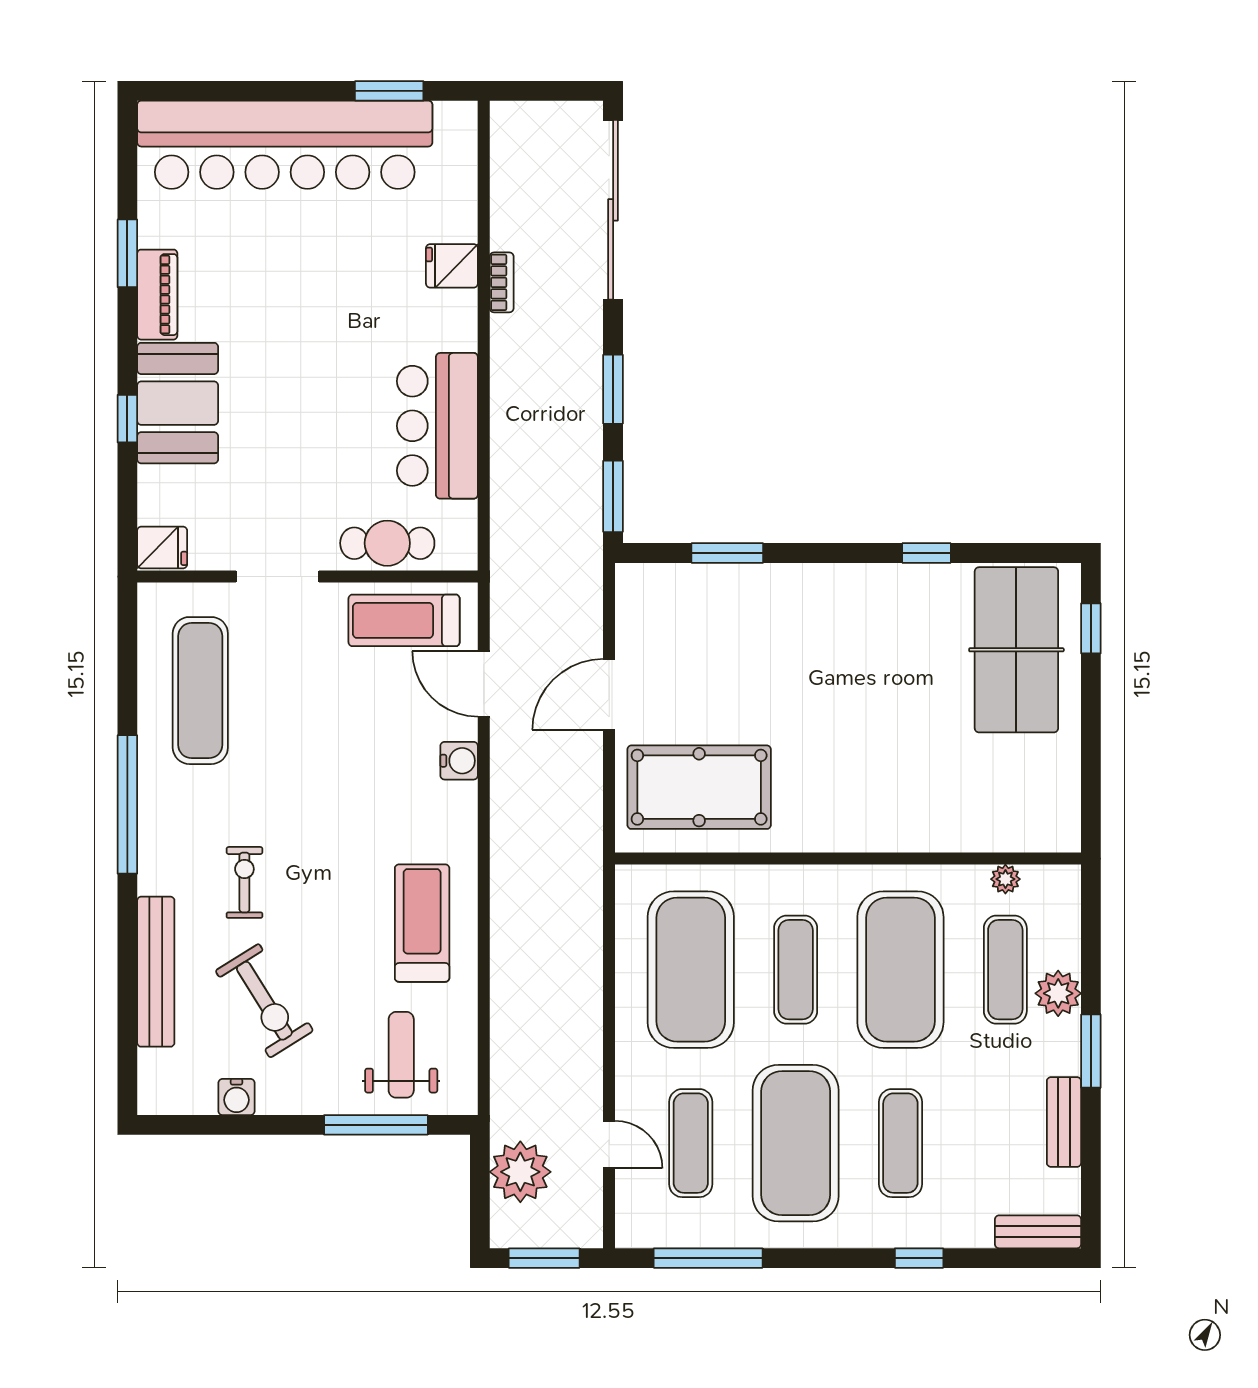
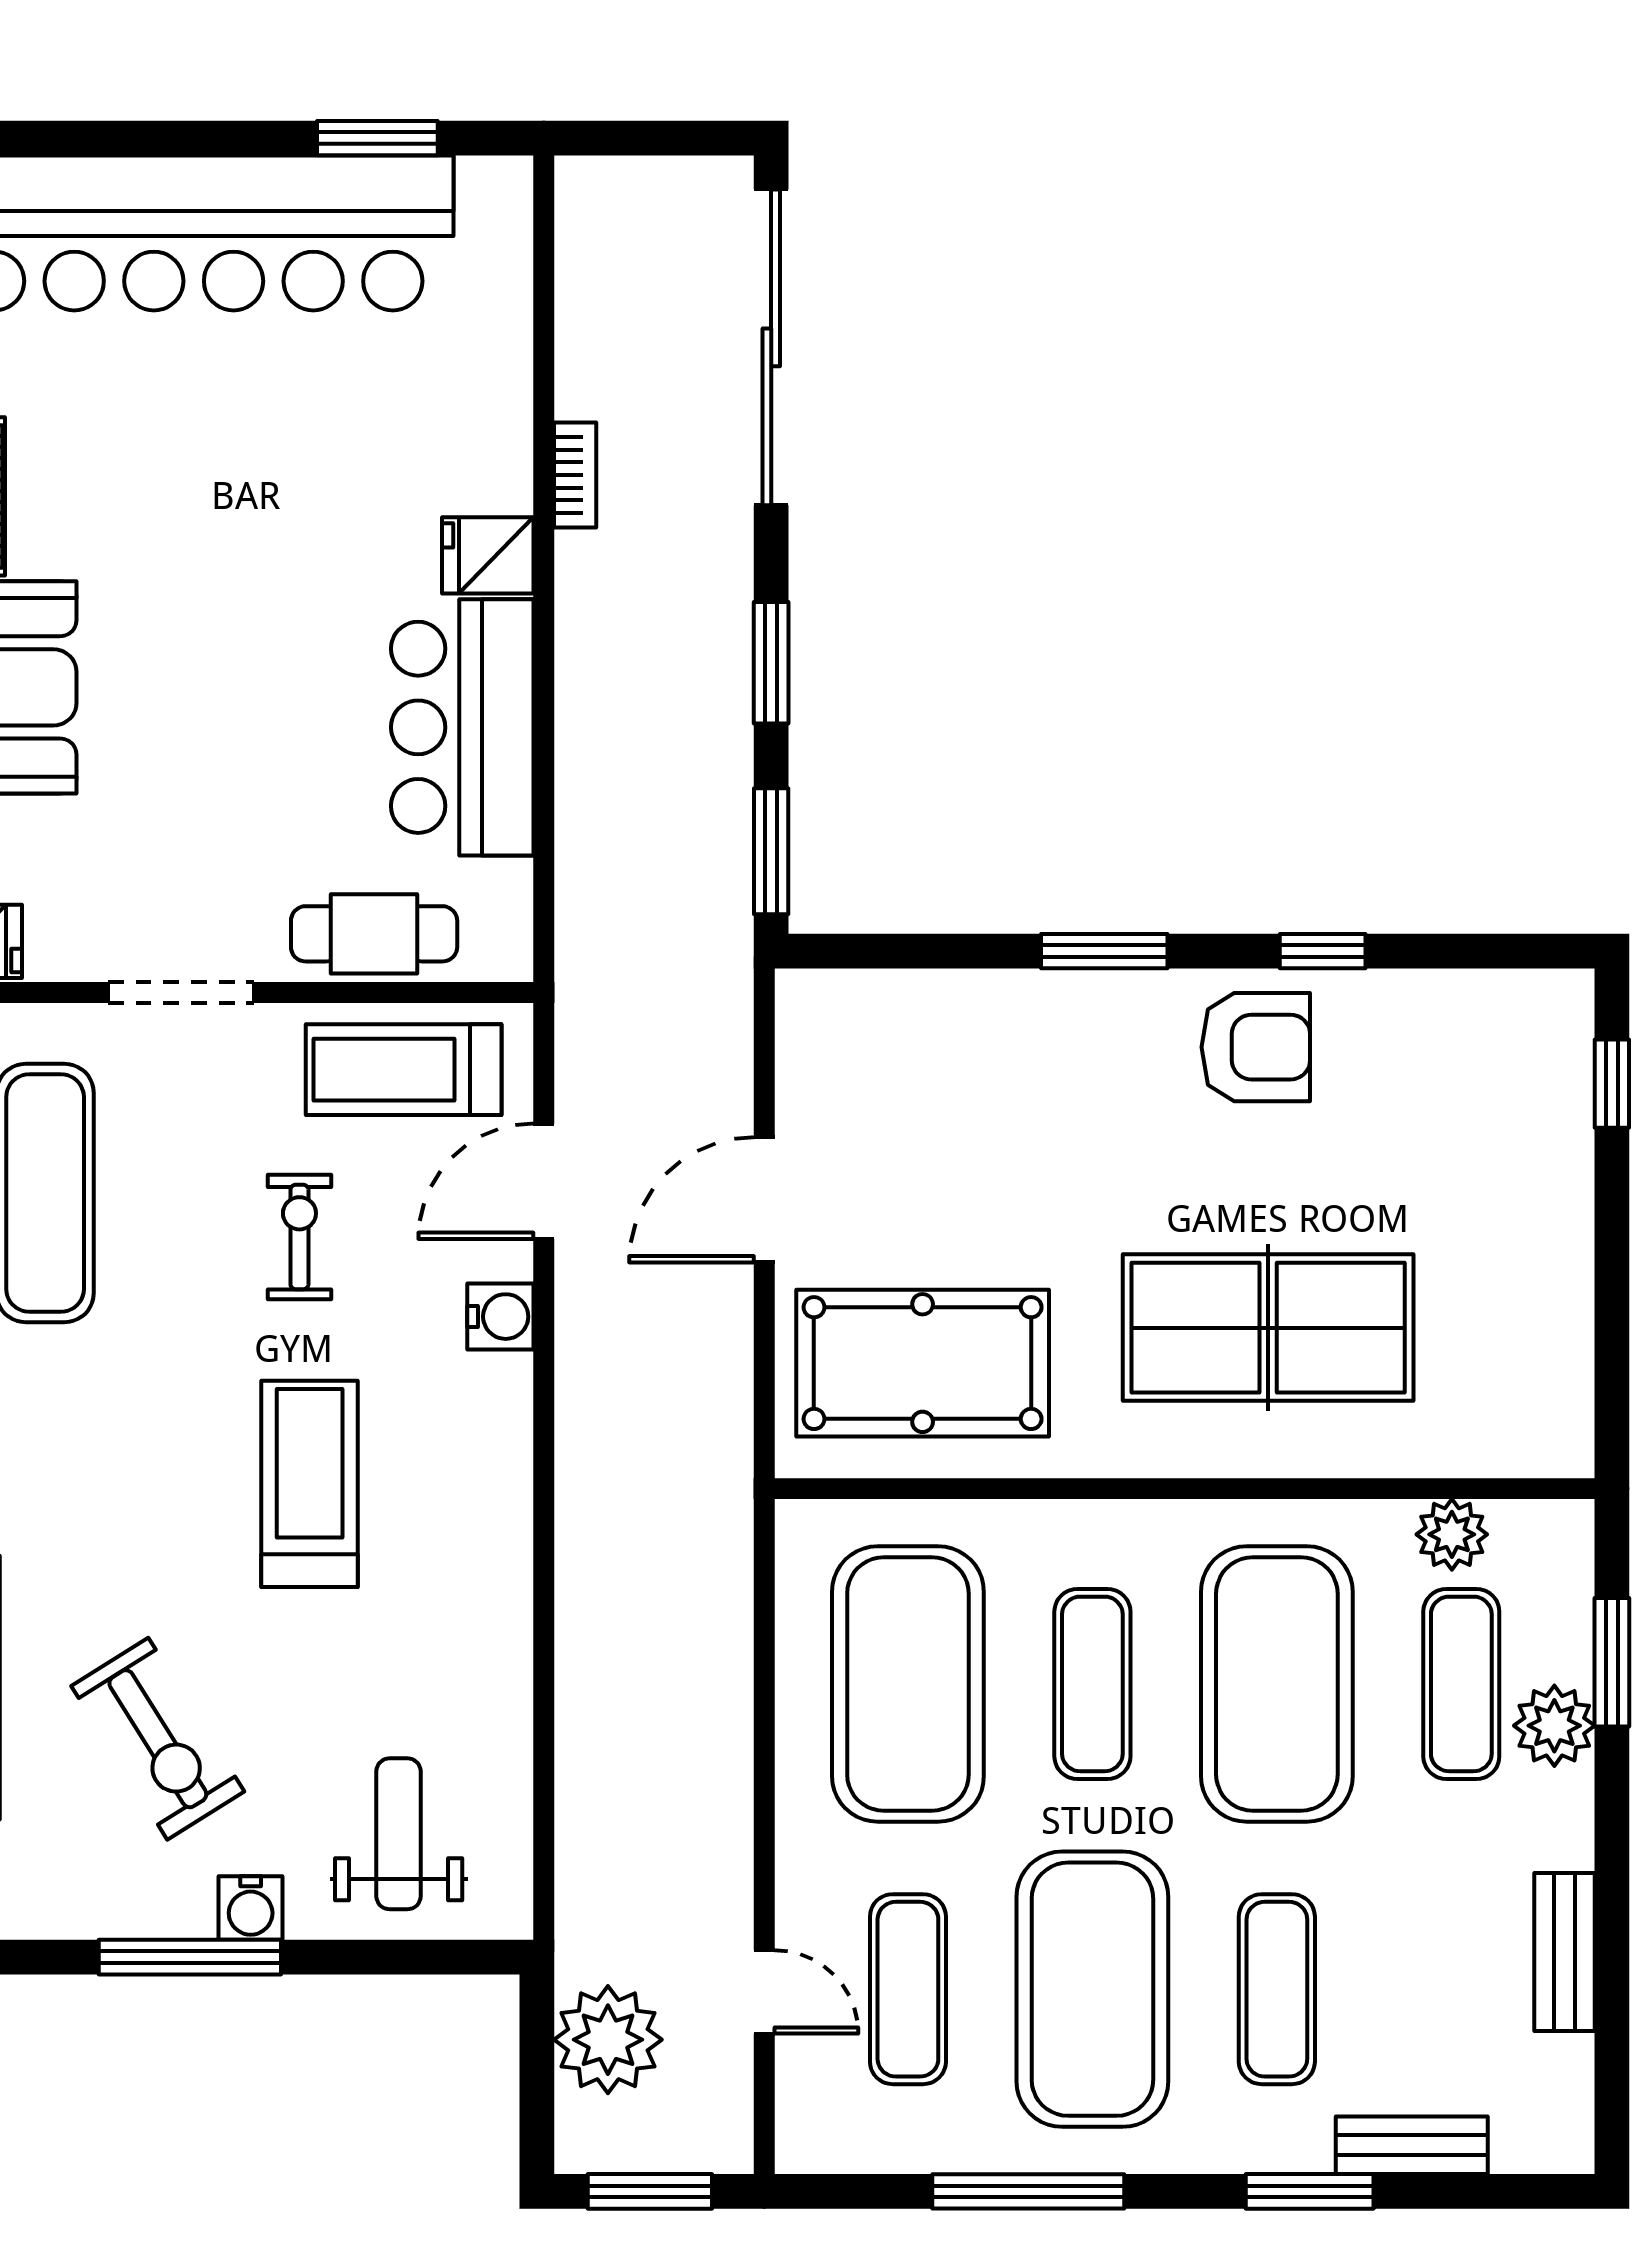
fridge: (452, 266) -> (488, 555), moved
window: (727, 553) -> (1104, 951), moved
armchair: (888, 608) -> (1256, 1047), added
table tennis table: (1016, 650) -> (1268, 1328), moved, turned 90
door: (484, 684) -> (544, 1181), hinge flipped
plant: (1005, 879) -> (1452, 1534), width x1.38, depth x1.38
exercise bike: (244, 882) -> (299, 1237), moved
treadmill: (422, 923) -> (310, 1484), moved
window: (1091, 1051) -> (1612, 1662), moved
water cooler: (237, 1097) -> (251, 1908), moved
window: (376, 1125) -> (190, 1957), moved
bench: (1038, 1232) -> (1412, 2145), moved
window: (708, 1258) -> (1028, 2191), moved
window: (919, 1258) -> (1310, 2191), width x1.50

